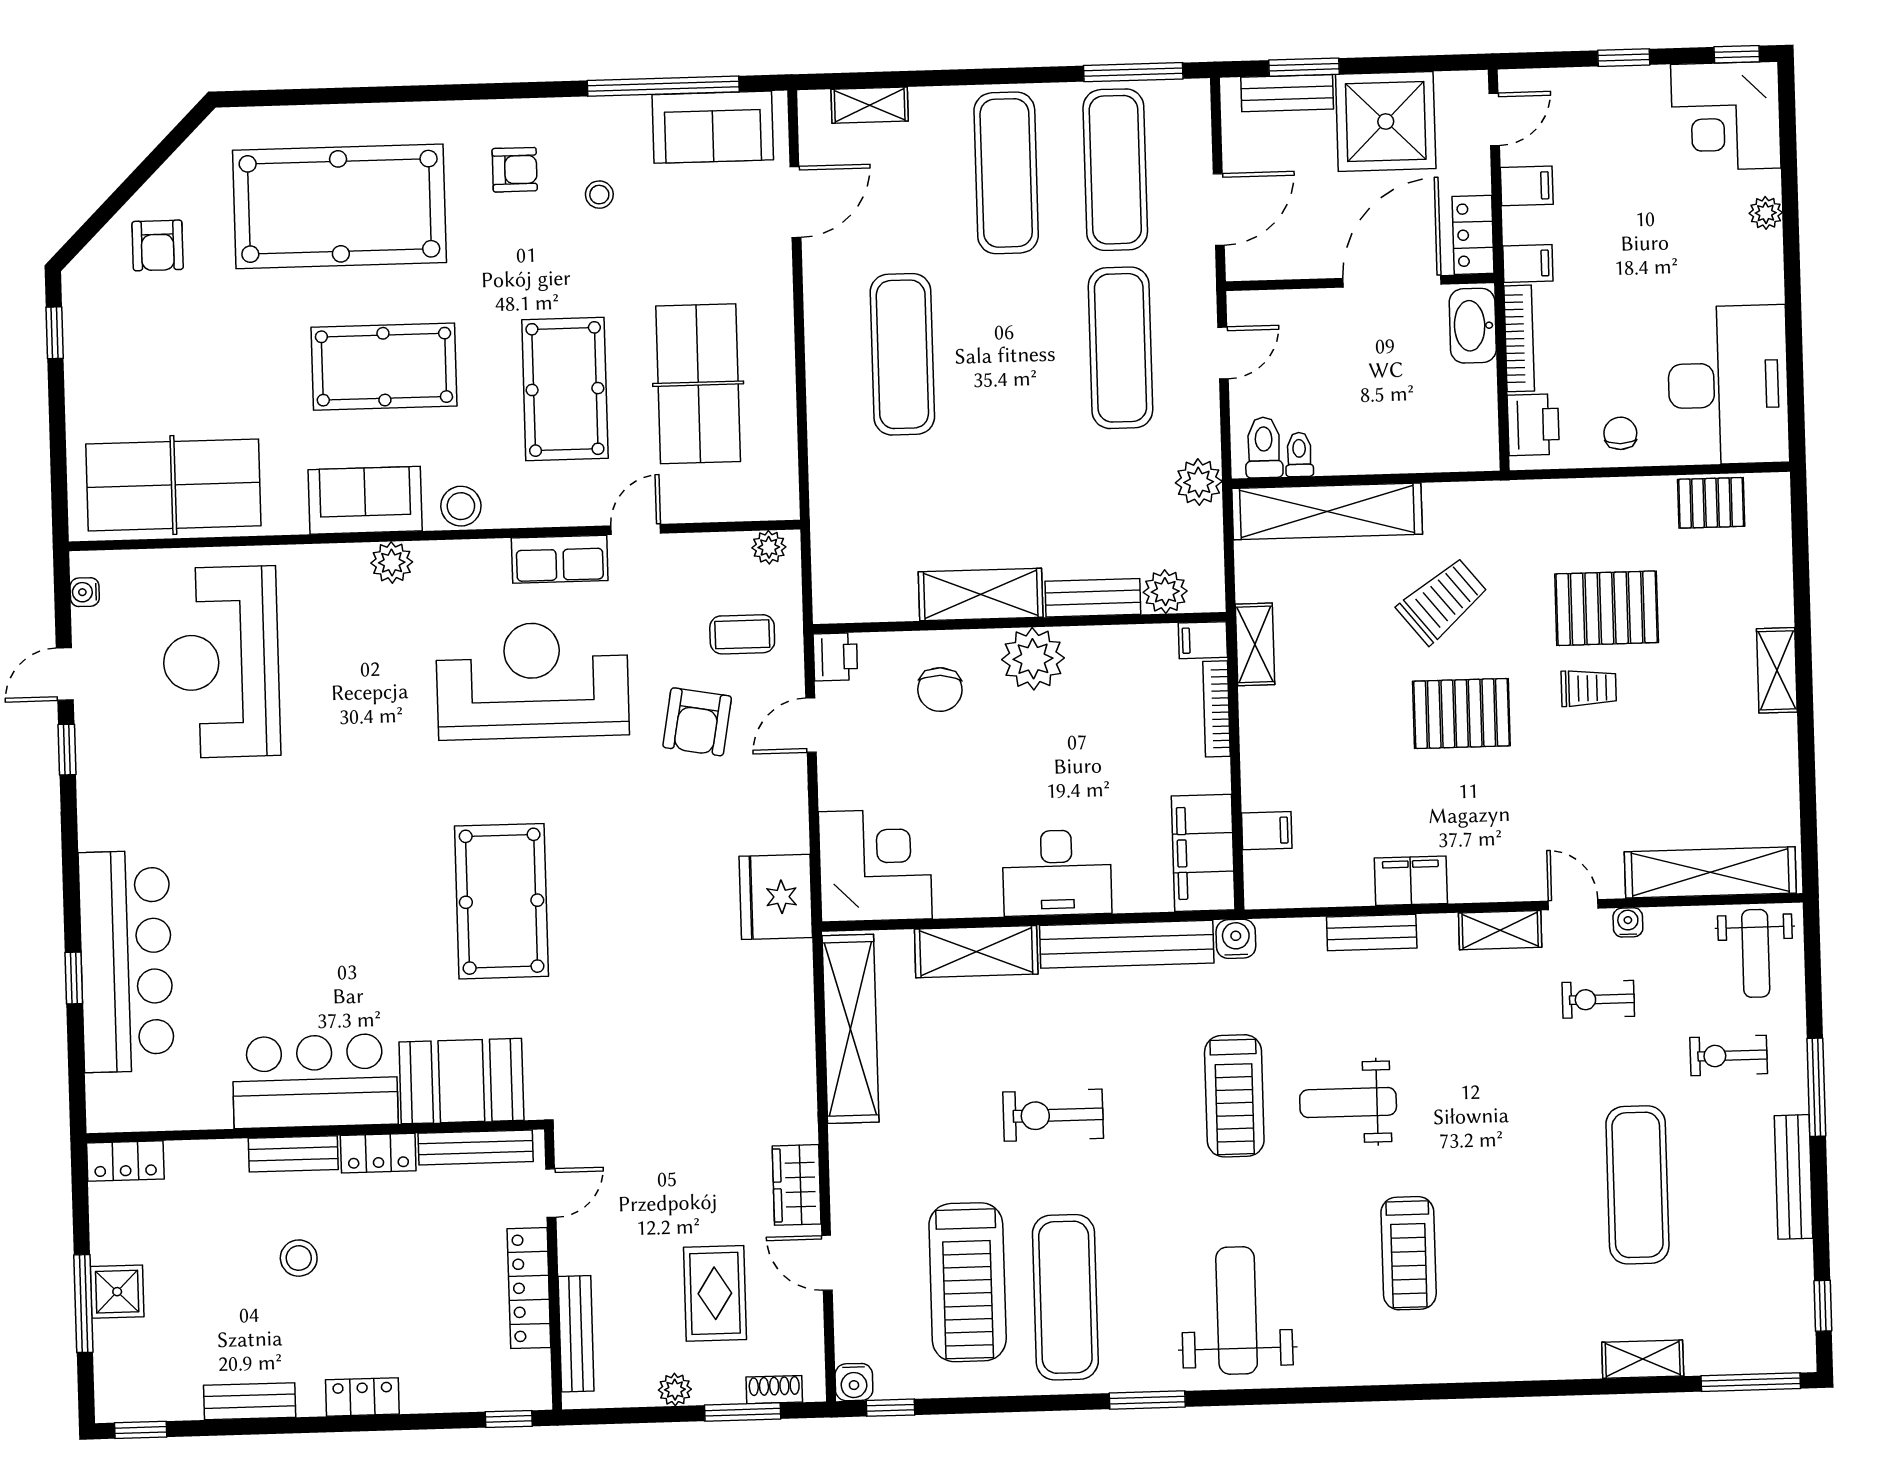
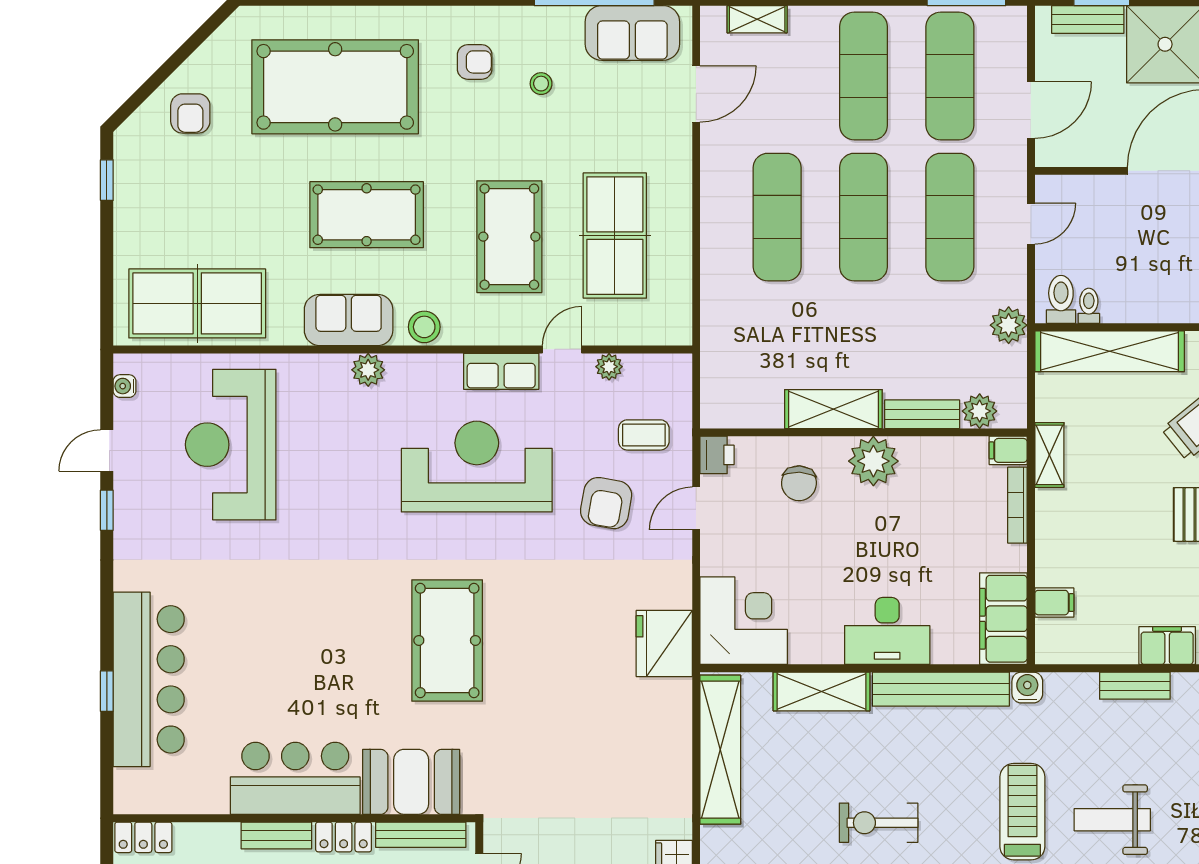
exercise mat: (1011, 351) -> (864, 217), added
plant: (769, 547) -> (609, 367), moved
treadmill: (1234, 1096) -> (1022, 812), turned 180

